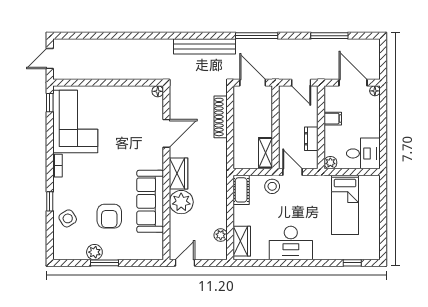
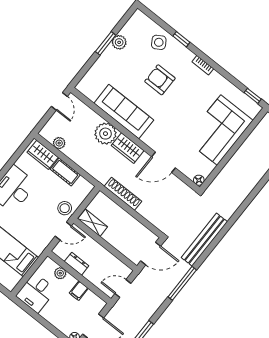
shoe rack: (221, 117) -> (123, 194), moved
corner sofa: (75, 121) -> (219, 130), moved, turned 90
door: (166, 133) -> (163, 162), hinge flipped
plant: (330, 163) -> (60, 273), moved
cot: (241, 190) -> (65, 172), moved
armchair: (109, 216) -> (160, 80), moved

